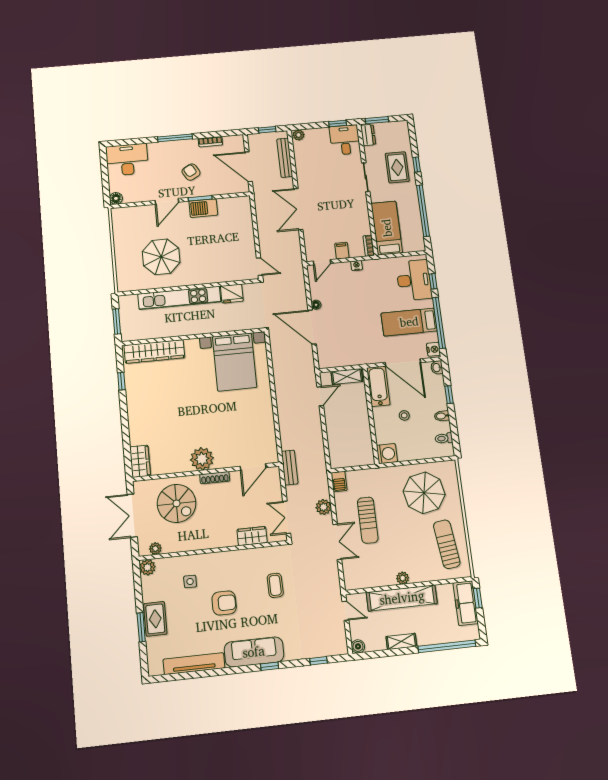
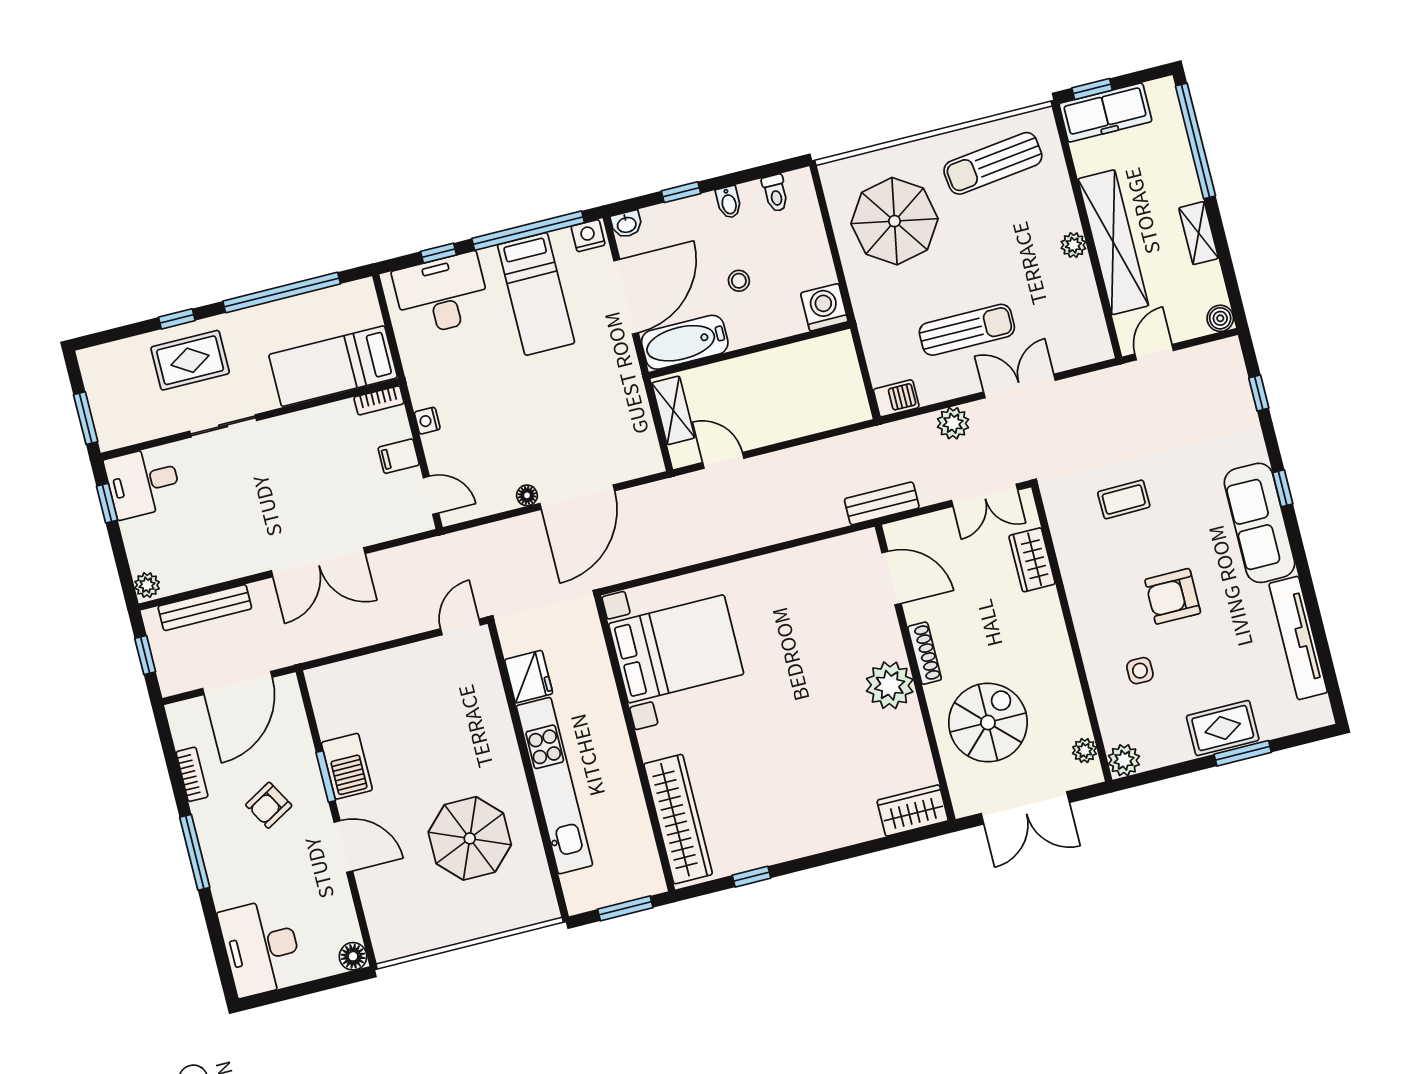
dresser: (368, 135) -> (124, 433), removed
armchair: (224, 603) -> (1173, 596), turned -90

